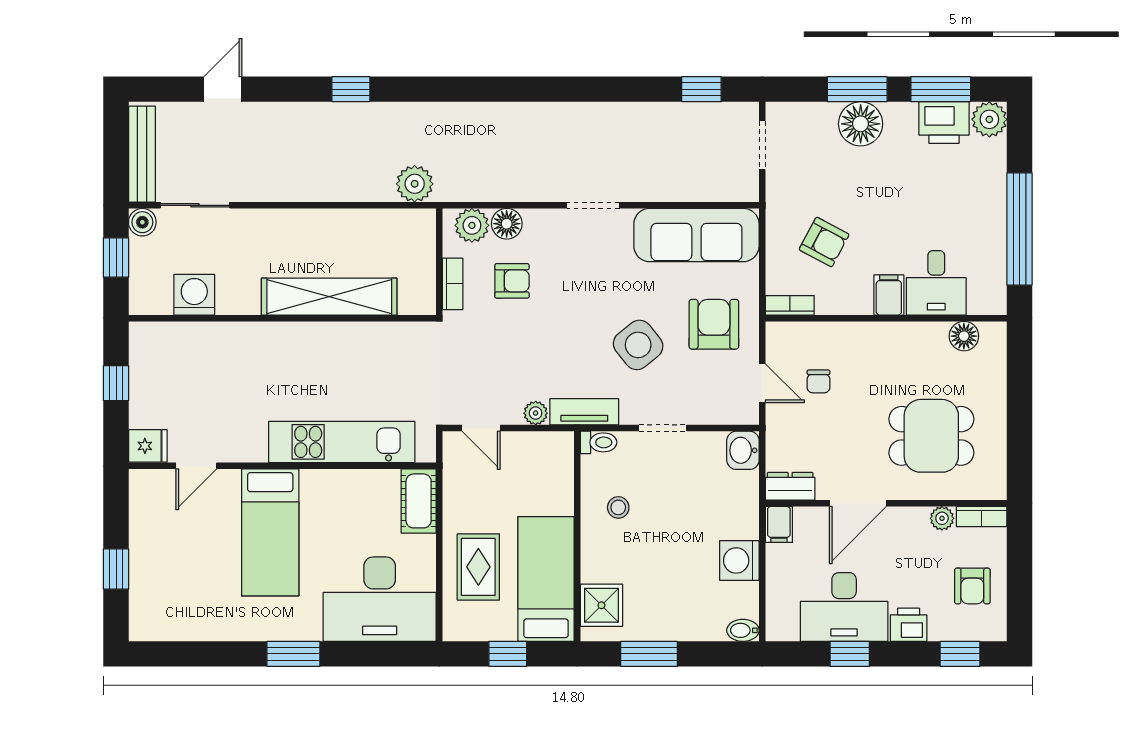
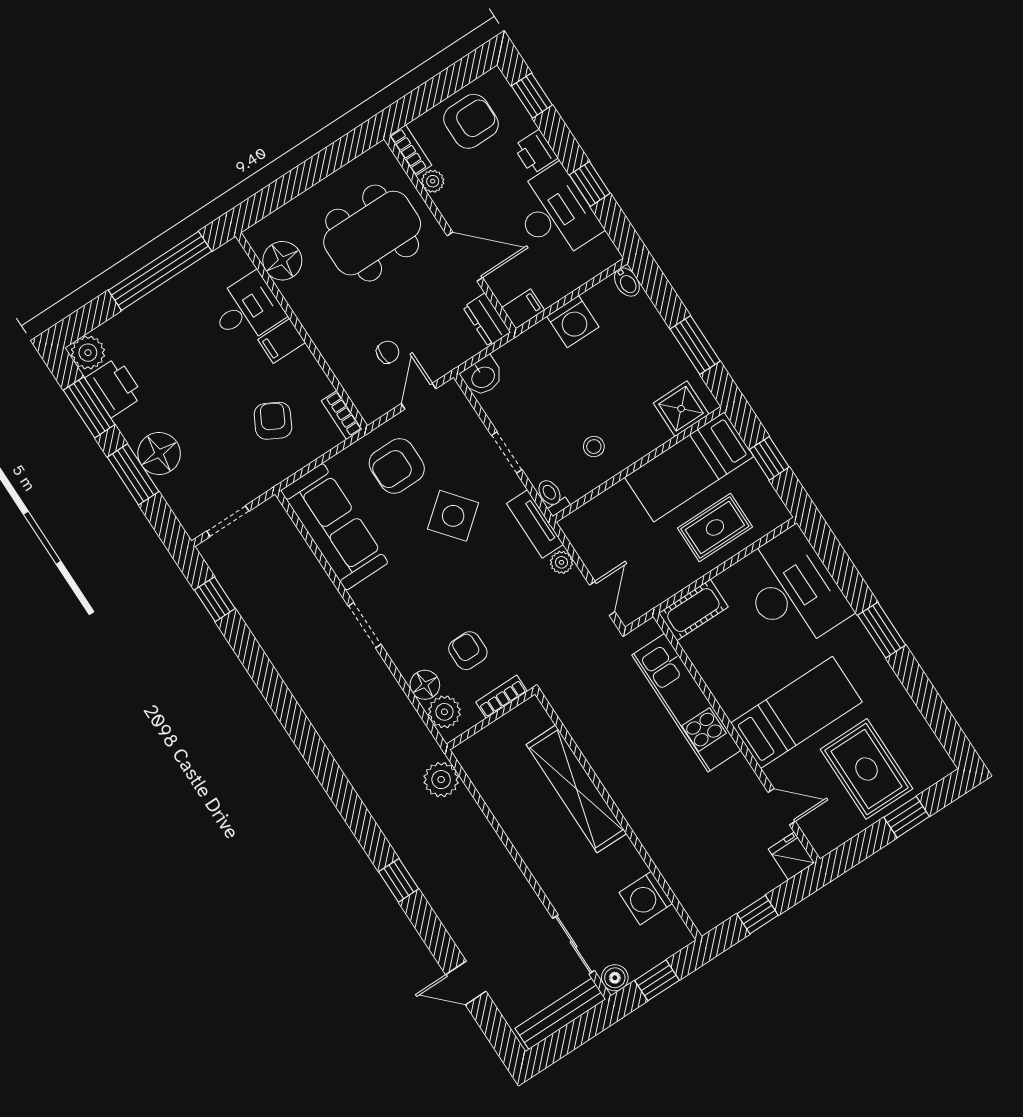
floor lamp: (964, 336) -> (282, 261), width x1.38, depth x1.38
dining table: (931, 436) -> (372, 233), width x1.38
rug: (181, 561) -> (867, 769), added
armchair: (972, 586) -> (471, 121), width x1.38, depth x1.38

